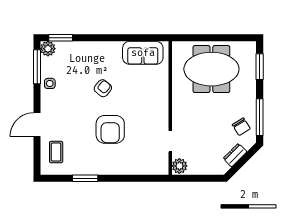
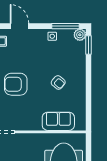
sofa: (143, 53) -> (58, 121), moved, turned 90
armchair: (103, 88) -> (58, 82), moved

